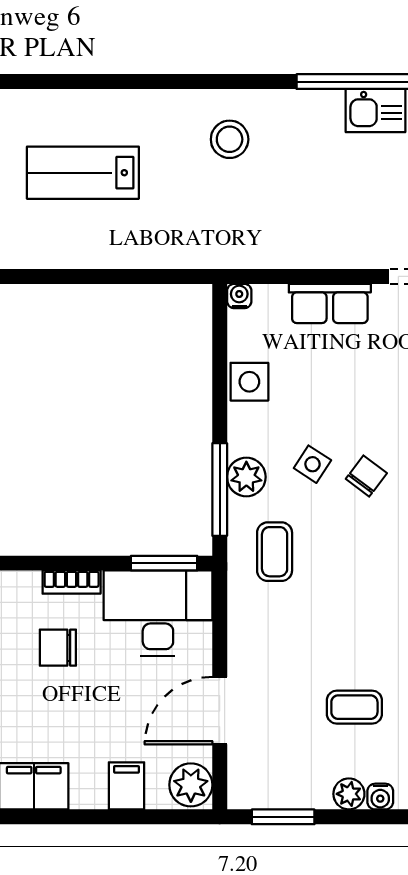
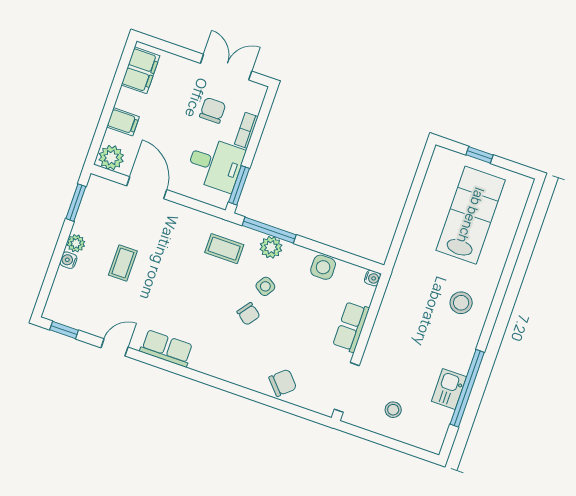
lab bench: (83, 173) -> (471, 215), width x1.36, depth x1.39
desk: (158, 613) -> (215, 164), width x0.73

